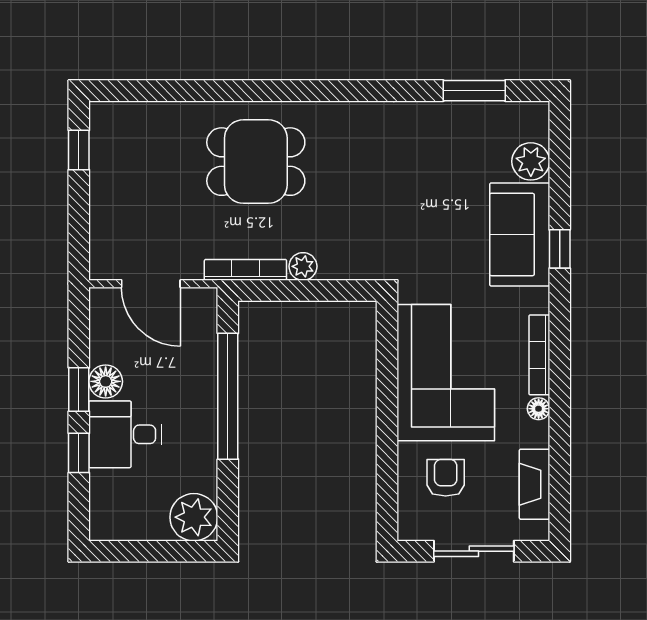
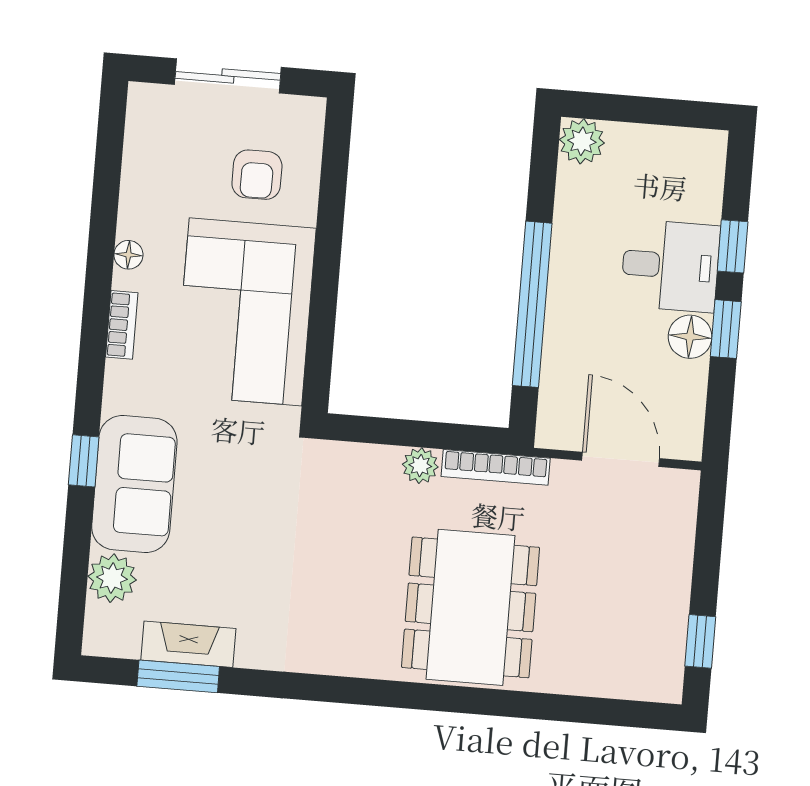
dining table: (256, 162) -> (471, 607), width x1.37
bookcase: (539, 355) -> (122, 325), width x0.64
fireplace: (535, 484) -> (188, 644), moved, turned -90
plant: (194, 517) -> (582, 141), width x0.73, depth x0.73

